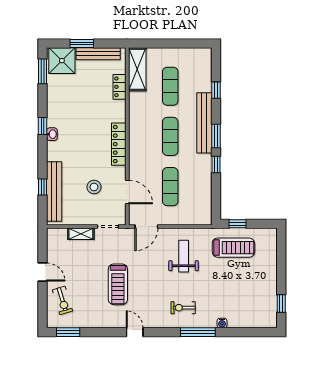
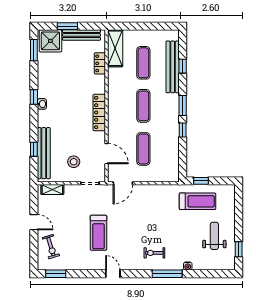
bench: (204, 123) -> (173, 67), moved
stool: (94, 187) -> (74, 162), moved
shelving: (81, 234) -> (52, 190), moved
weight bench: (184, 256) -> (214, 236), moved

